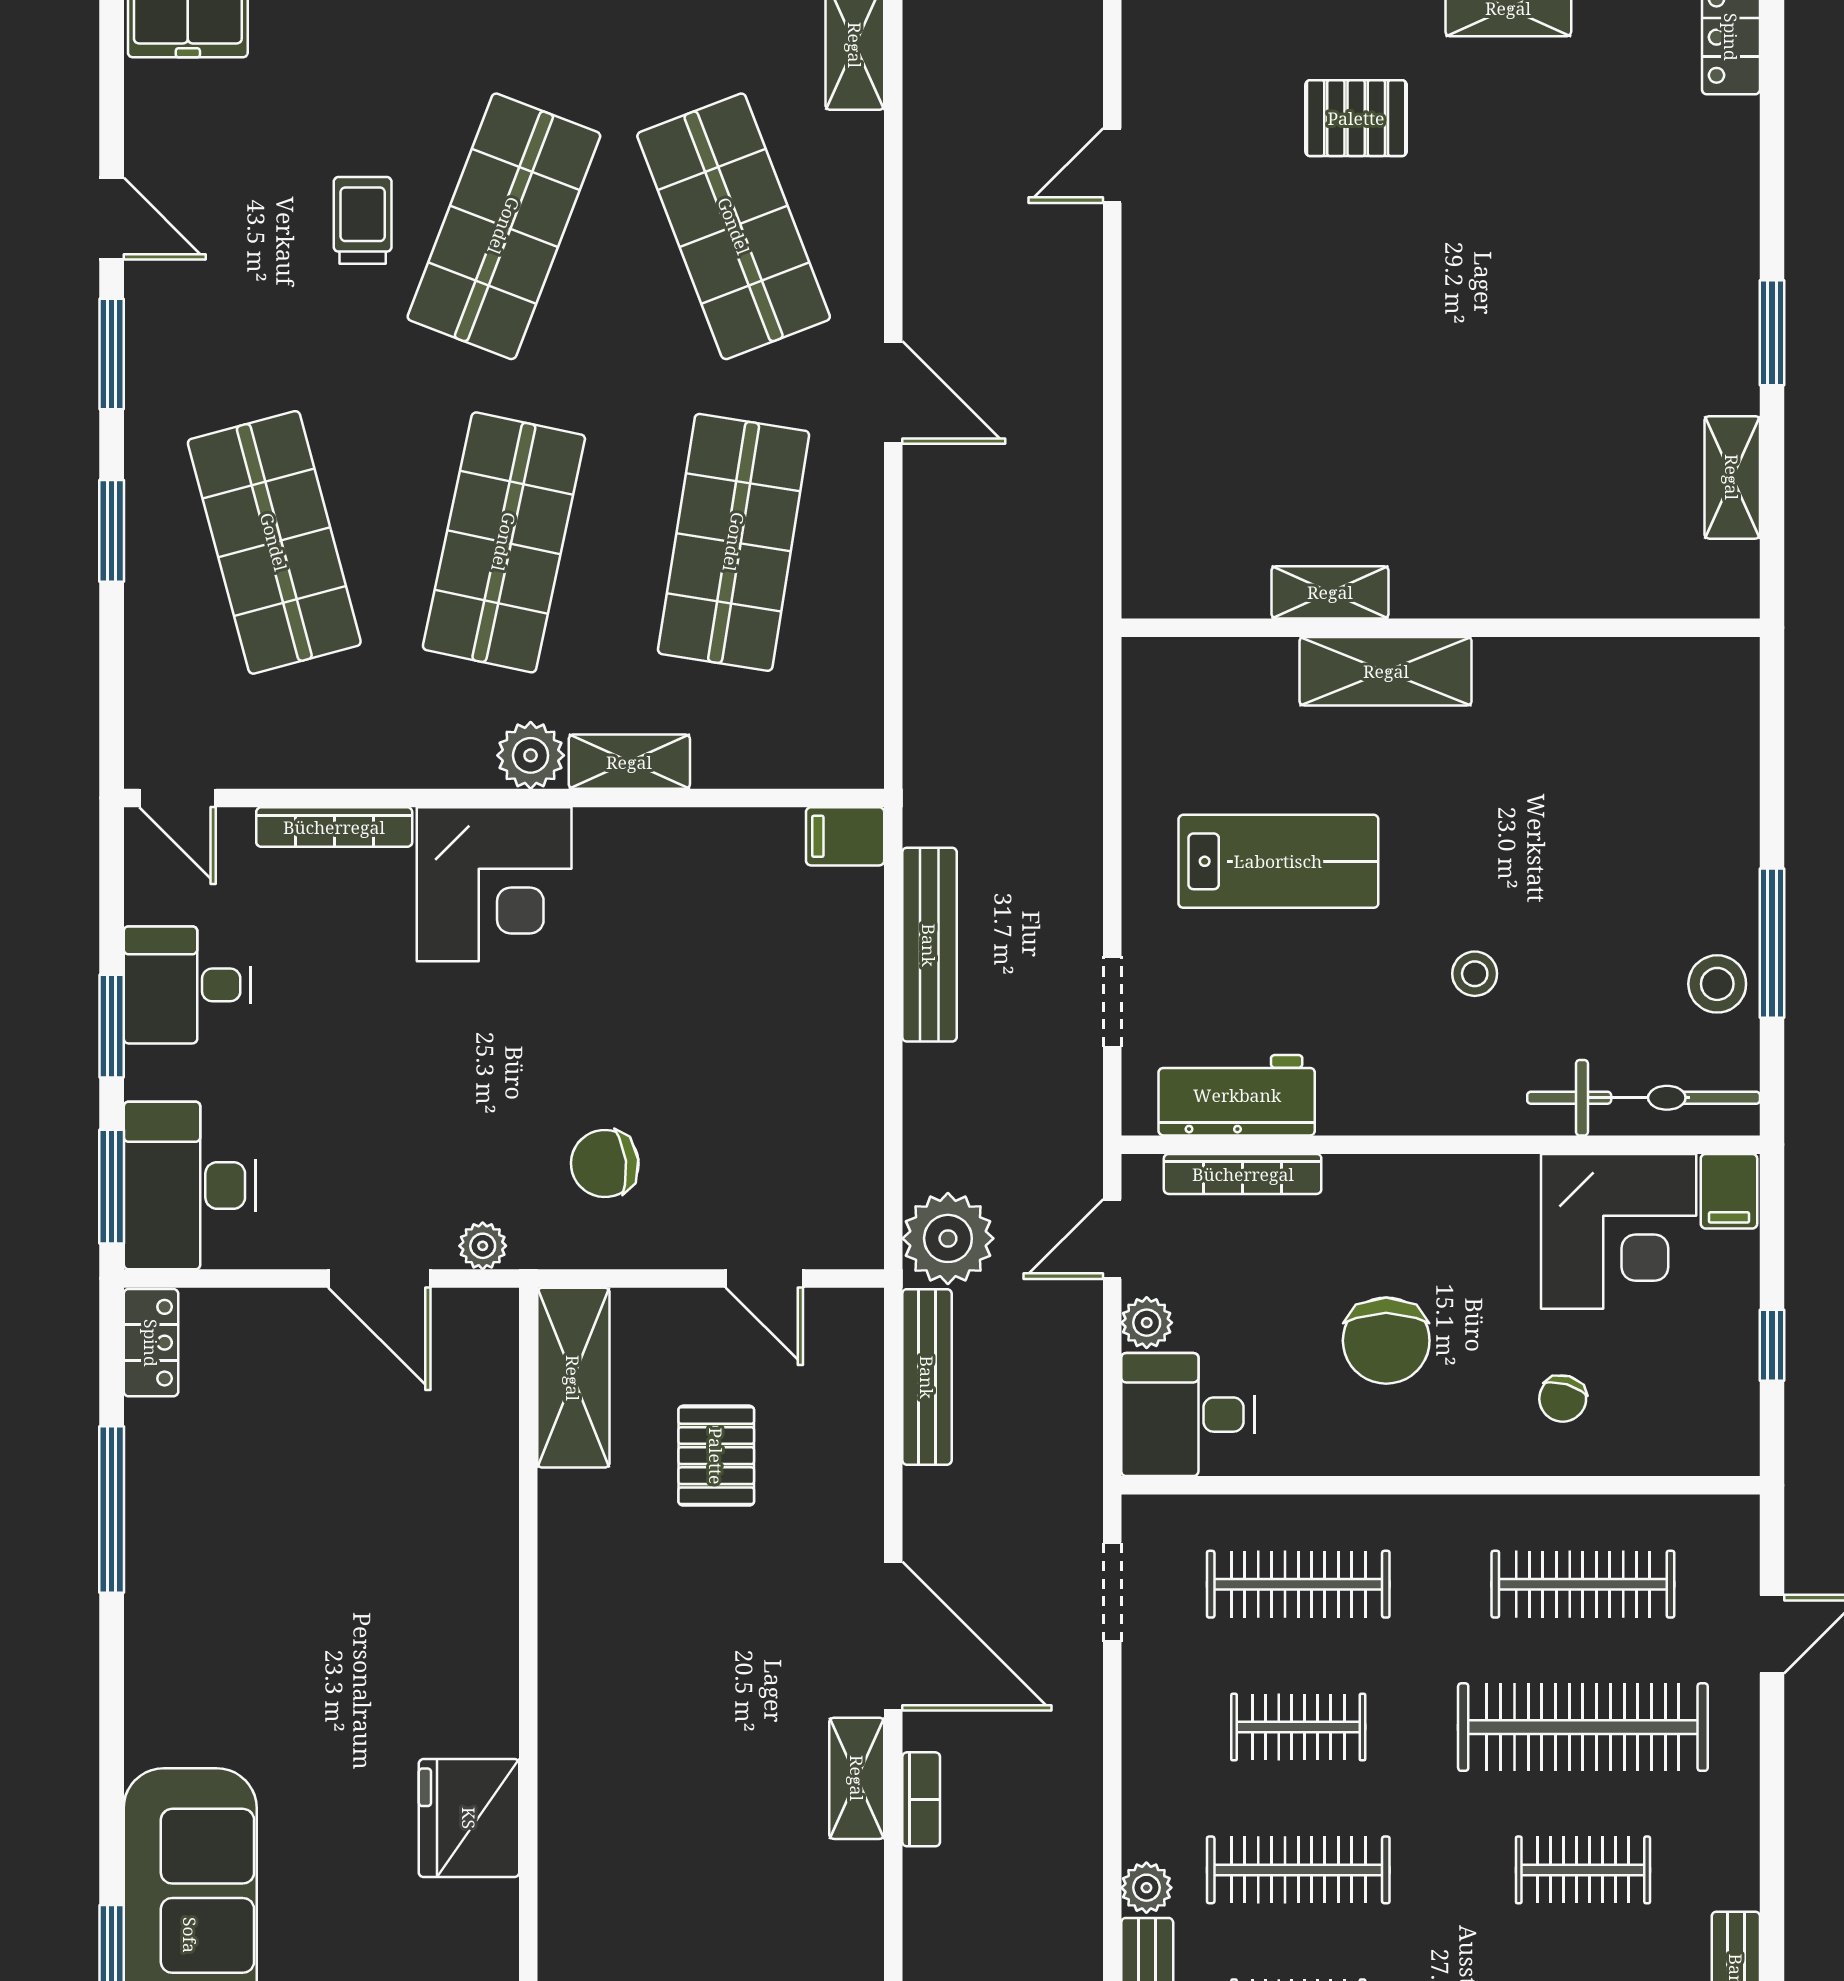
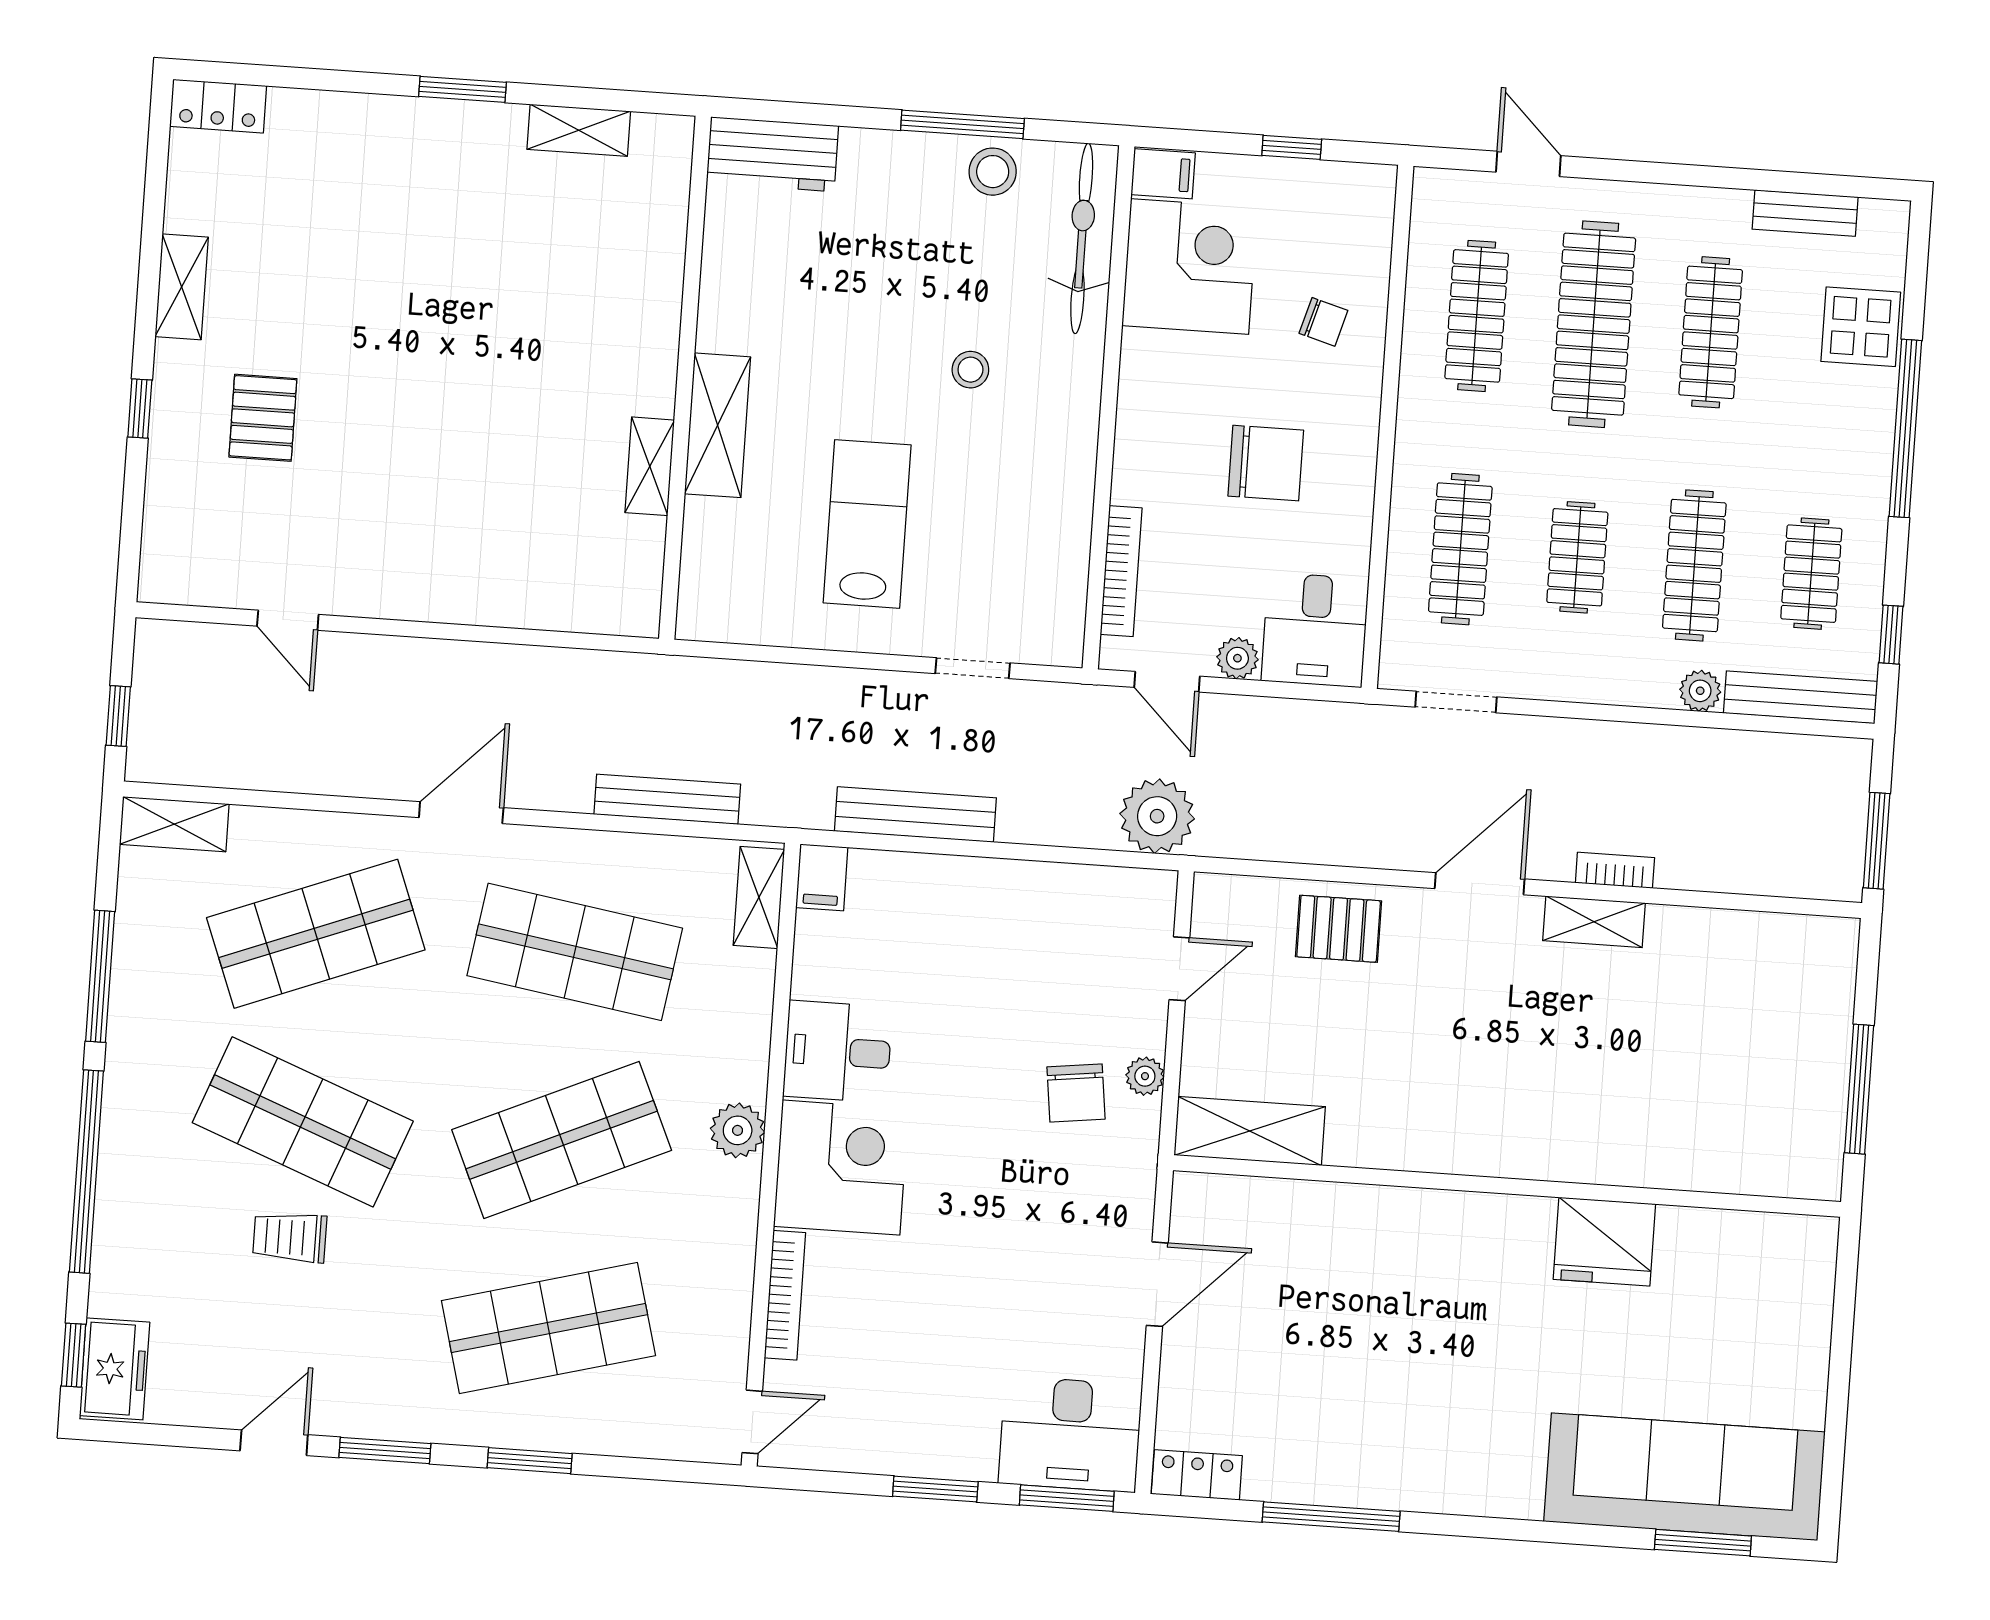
shop shelf: (504, 542) -> (562, 1140), turned -36
shelving: (629, 762) -> (759, 897), moved
desk: (187, 985) -> (838, 1052), moved, turned 90
workbench: (1237, 1095) -> (772, 154), moved, turned -90
plant: (483, 1246) -> (1145, 1076), moved
bench: (927, 1377) -> (667, 799), moved
pallet: (716, 1456) -> (1339, 929), moved
door: (893, 1636) -> (1480, 884), width x0.73
clothes rail: (1583, 1870) -> (1711, 332), width x1.36

